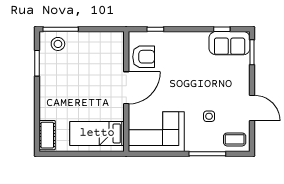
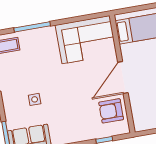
side table: (209, 116) -> (35, 99), moved

